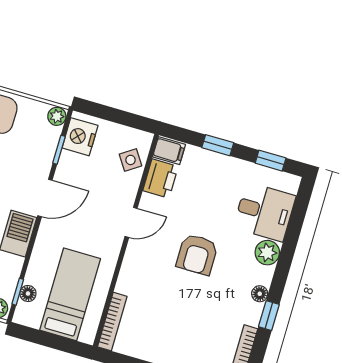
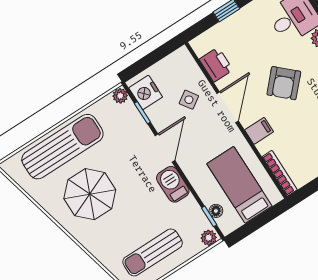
filing cabinet: (169, 151) -> (259, 131), moved
side table: (131, 160) -> (189, 100), moved
door: (131, 222) -> (228, 107), width x1.38
armchair: (197, 254) -> (284, 83), turned 43

